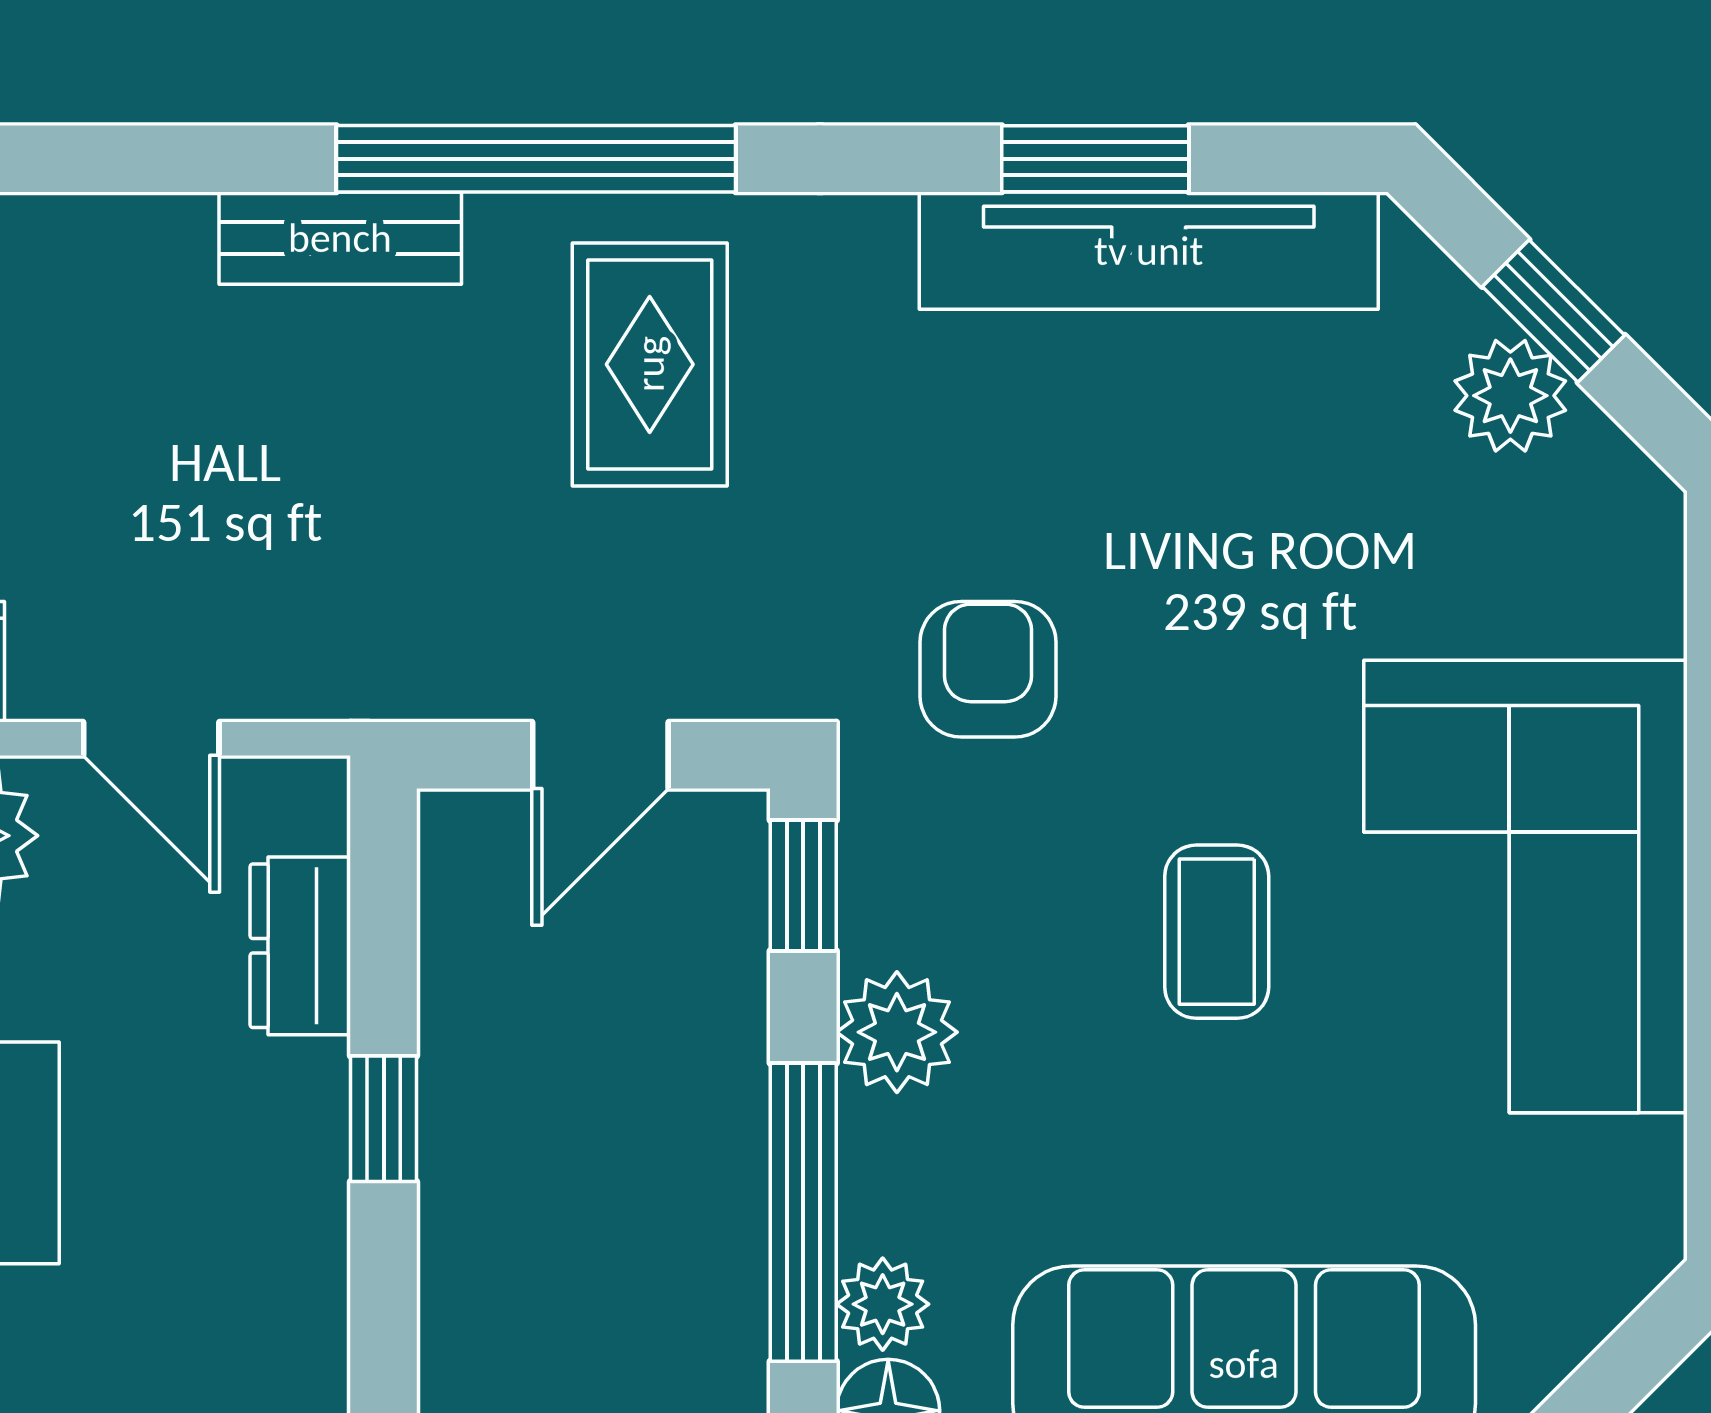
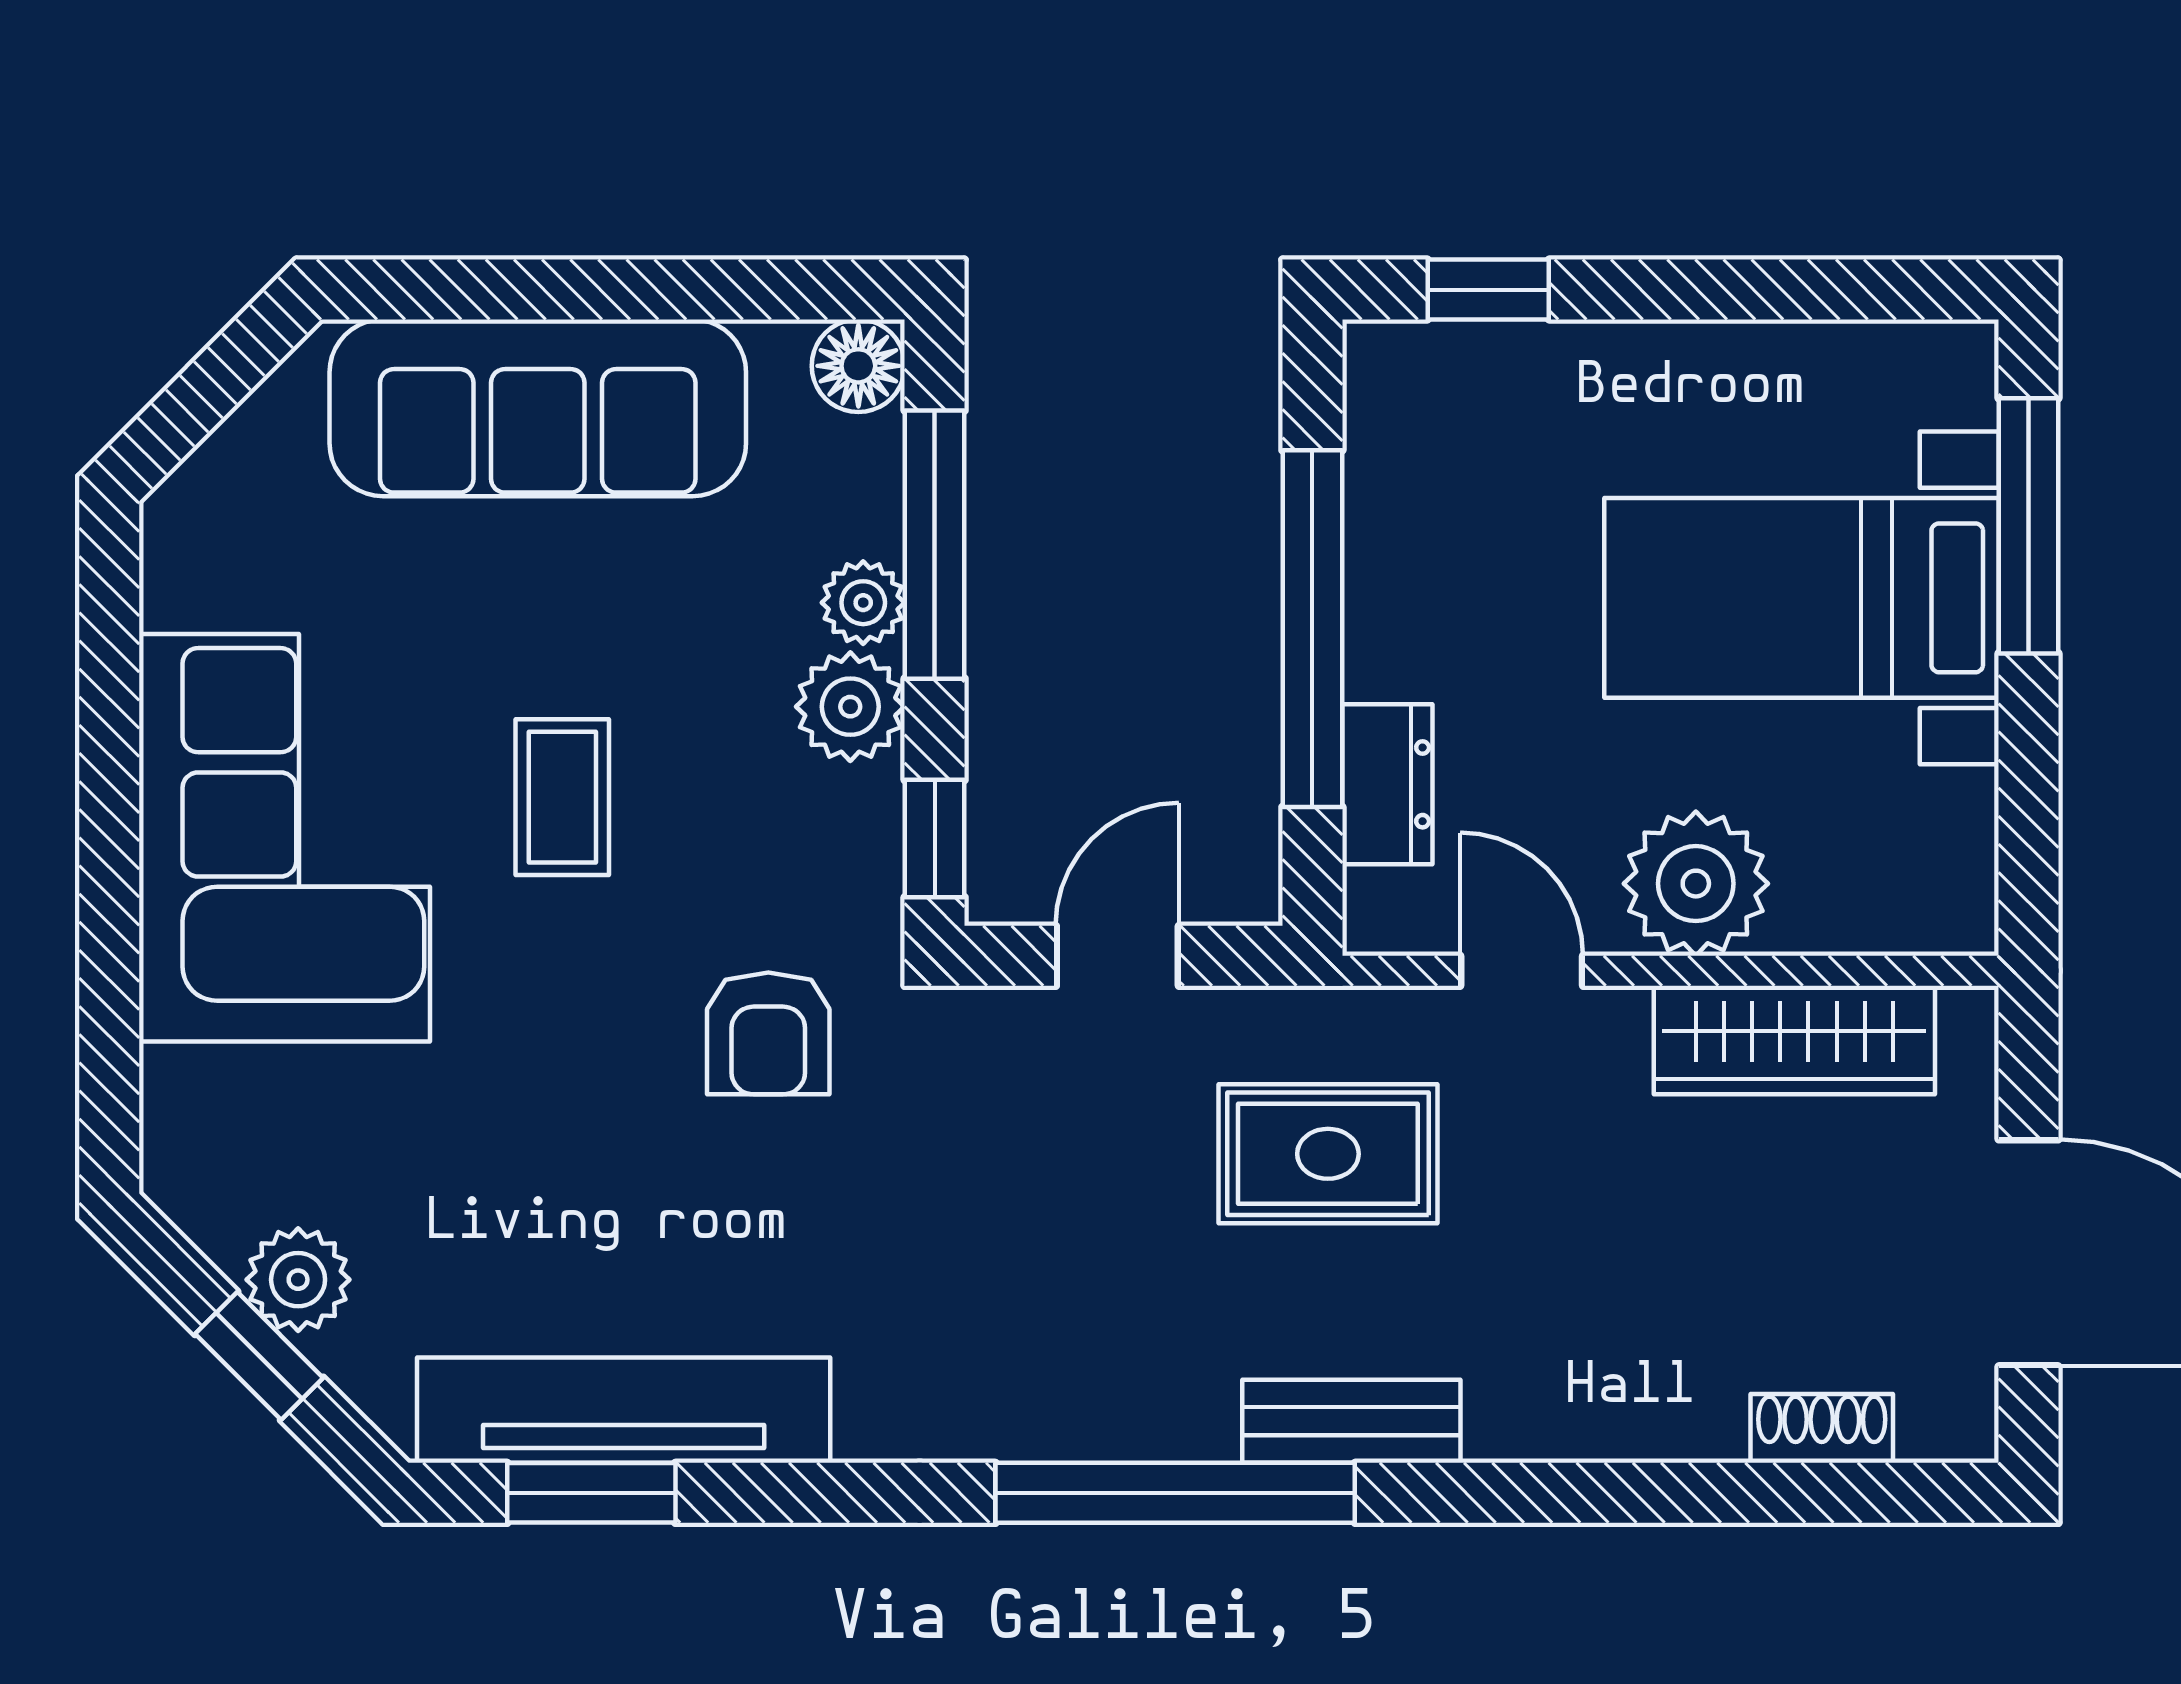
window: (1095, 159) -> (591, 1493), moved
rug: (650, 364) -> (1328, 1154), moved, turned 90
window: (384, 1119) -> (1312, 629), width x3.17
plant: (883, 1304) -> (863, 603), moved

